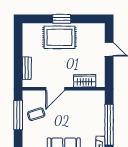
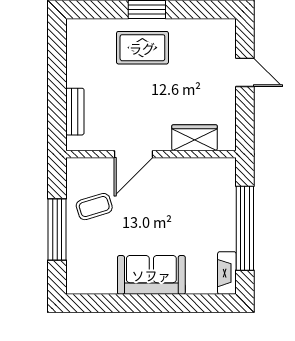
rug: (59, 37) -> (142, 48), width x0.73, depth x0.70
window: (18, 115) -> (57, 230), moved

